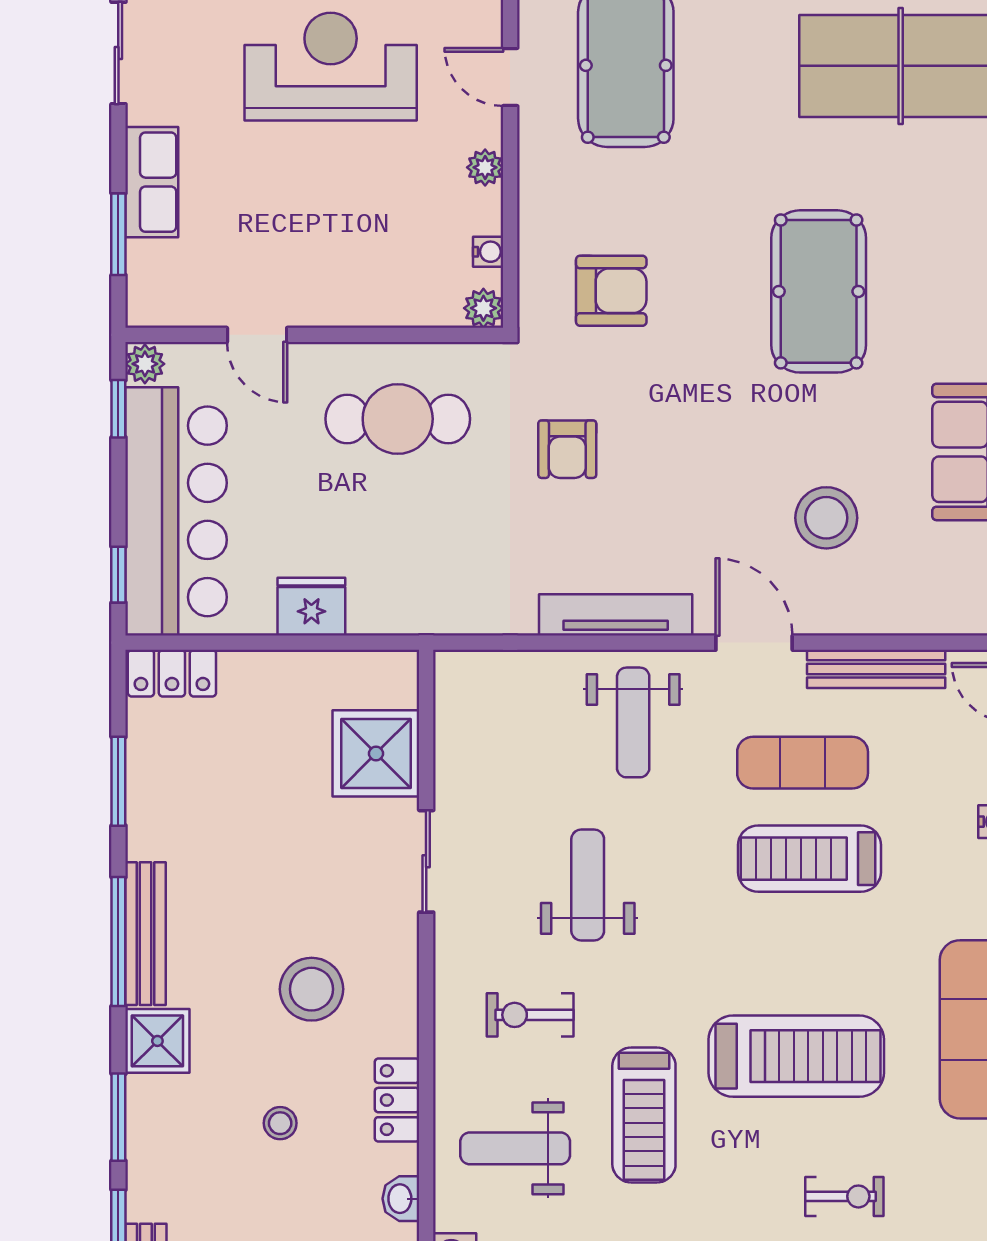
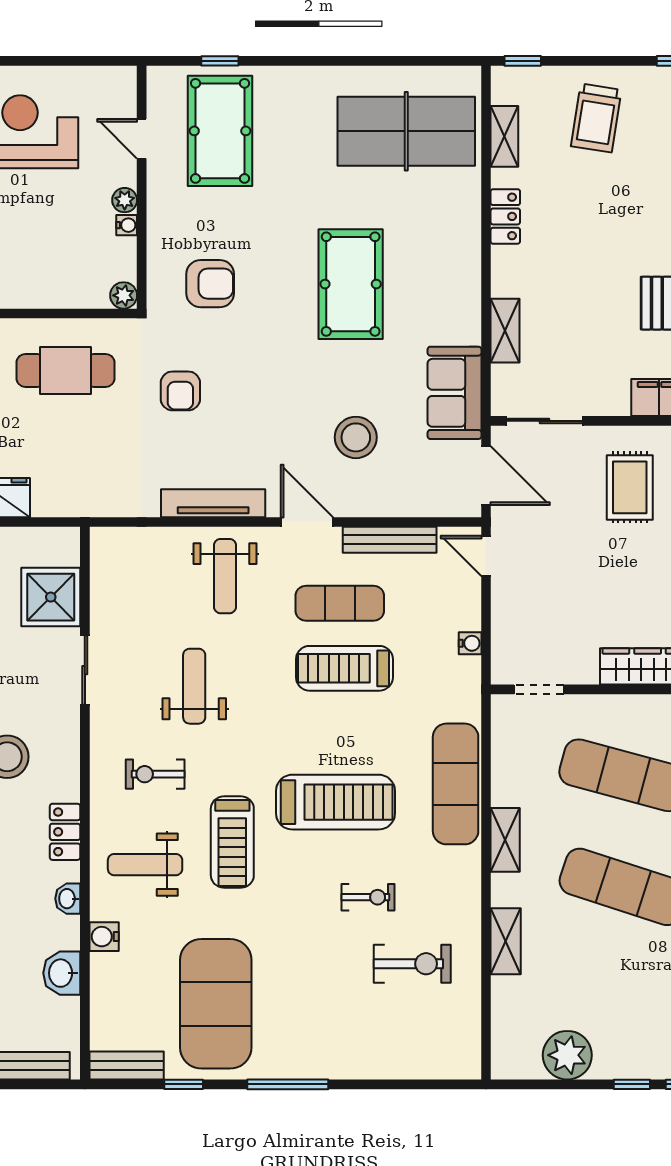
water cooler: (488, 252) -> (127, 225), moved

